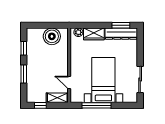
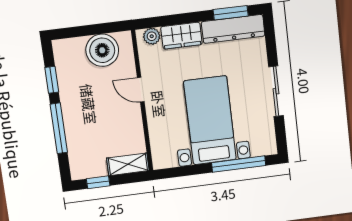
window: (24, 74) -> (59, 128), width x1.44
sliding door: (140, 80) -> (276, 91), moved
door: (69, 83) -> (141, 90), moved
window: (96, 105) -> (239, 164), moved

